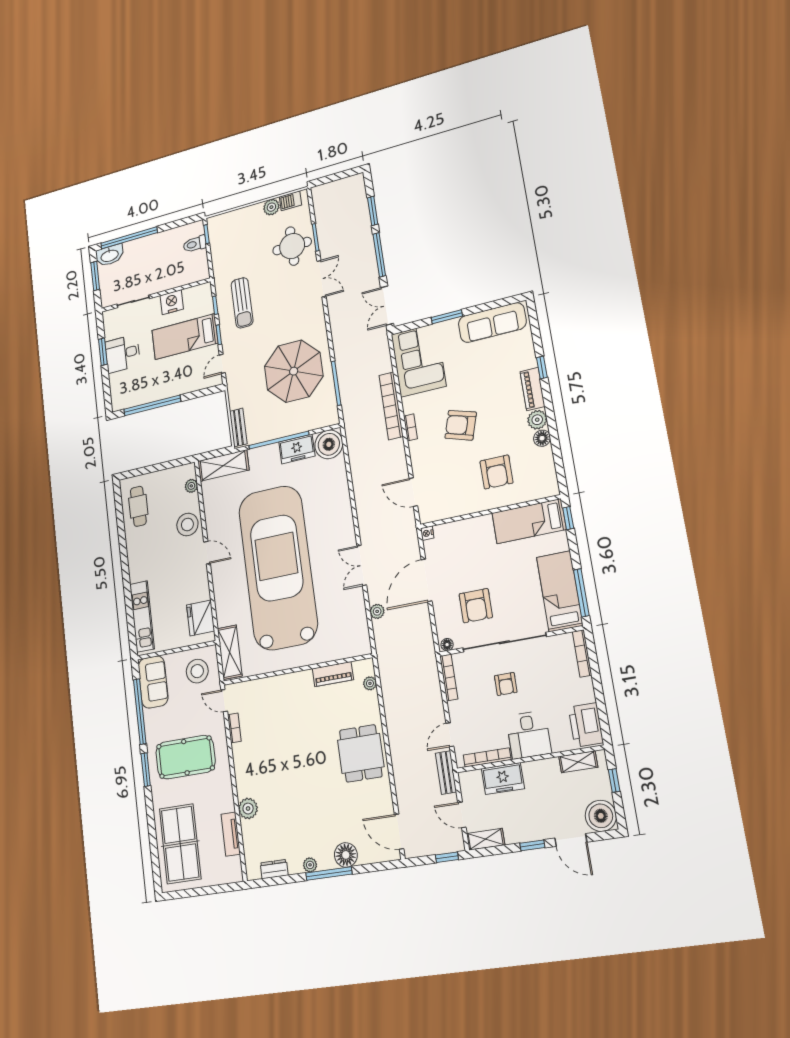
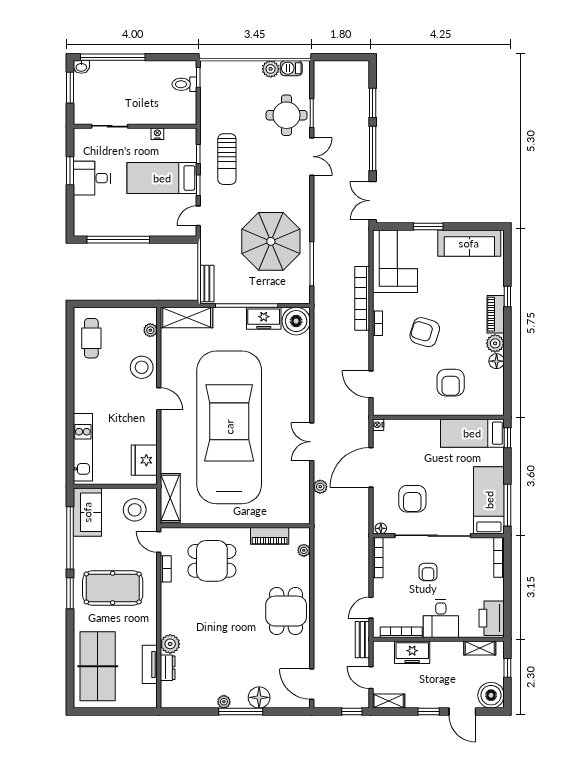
washbasin: (109, 255) -> (81, 67), width x0.52, depth x0.69
nightstand: (172, 302) -> (157, 134), width x0.53, depth x0.56
dining table: (279, 711) -> (212, 561), added
dresser: (274, 869) -> (168, 668), moved, turned 90

